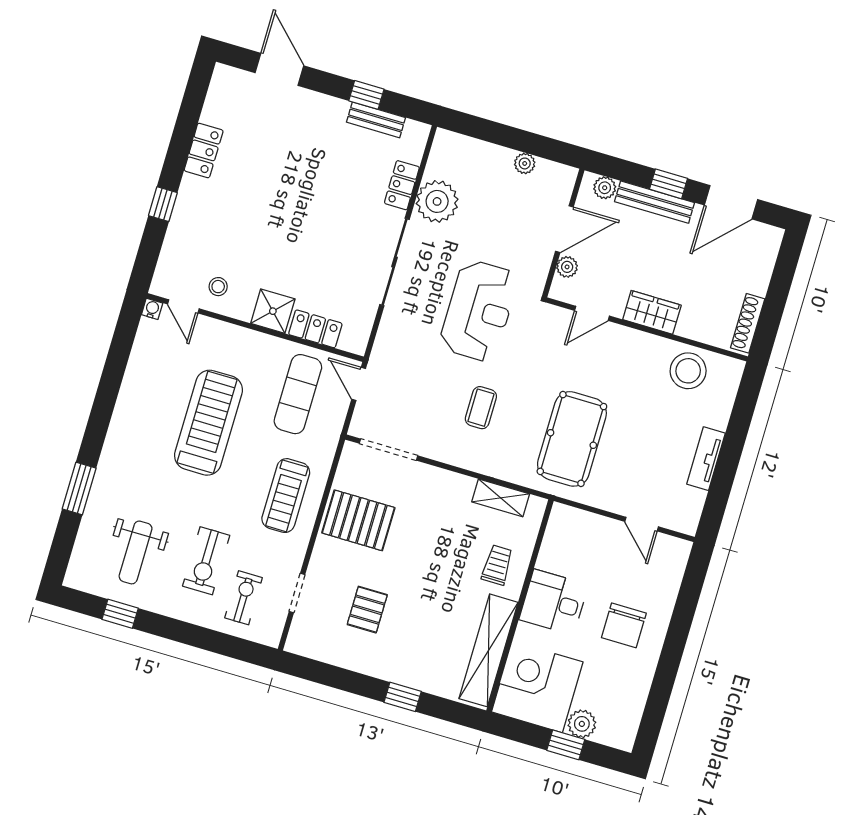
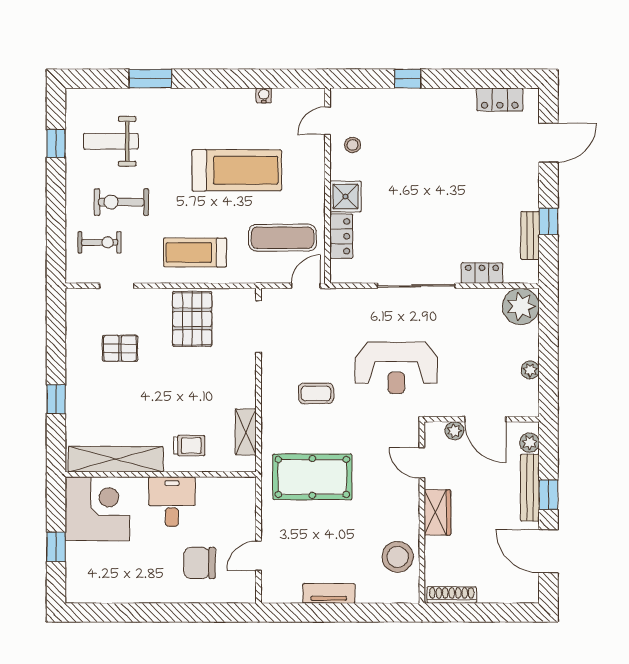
locker: (204, 150) -> (500, 99), moved
plant: (437, 201) -> (521, 306), moved
water cooler: (152, 309) -> (264, 95), moved, turned -90
chair: (624, 625) -> (199, 563), moved
plant: (582, 724) -> (77, 555), removed

